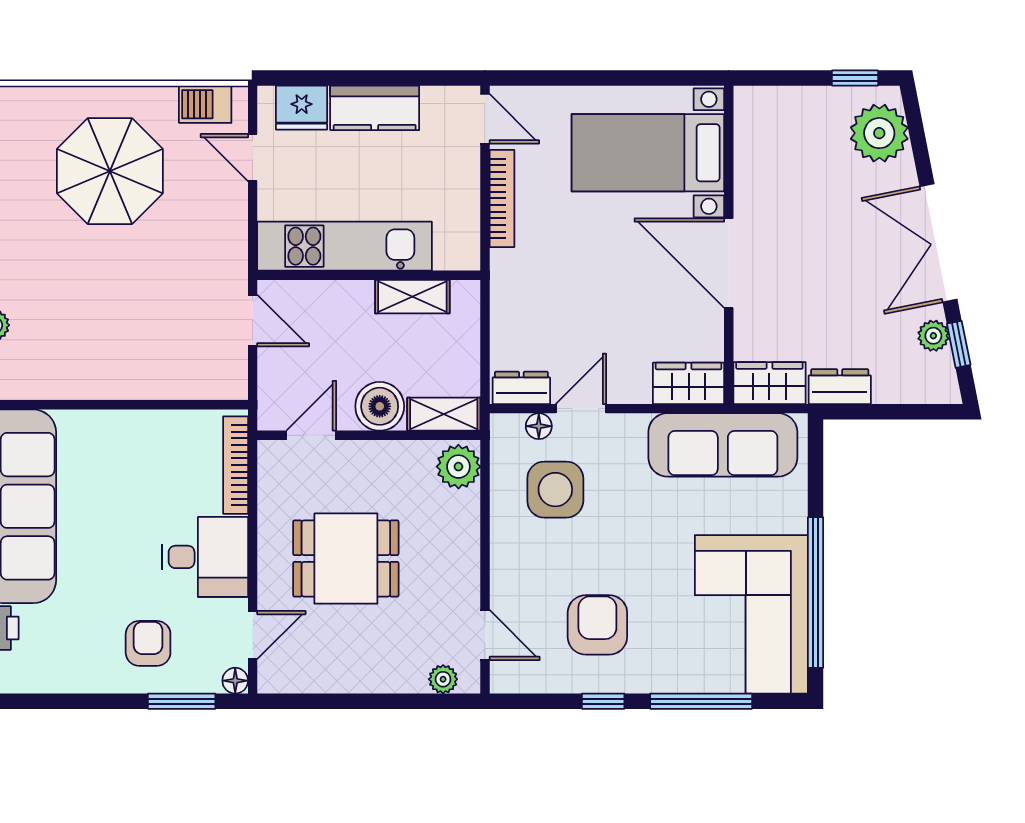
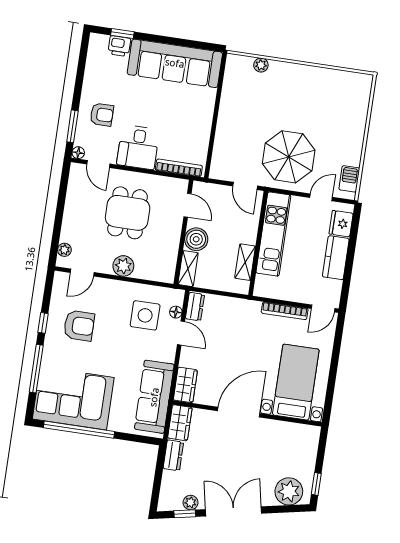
parasol: (110, 171) -> (289, 157), moved
door: (253, 321) -> (245, 186), hinge flipped
plant: (458, 467) -> (123, 266), moved

